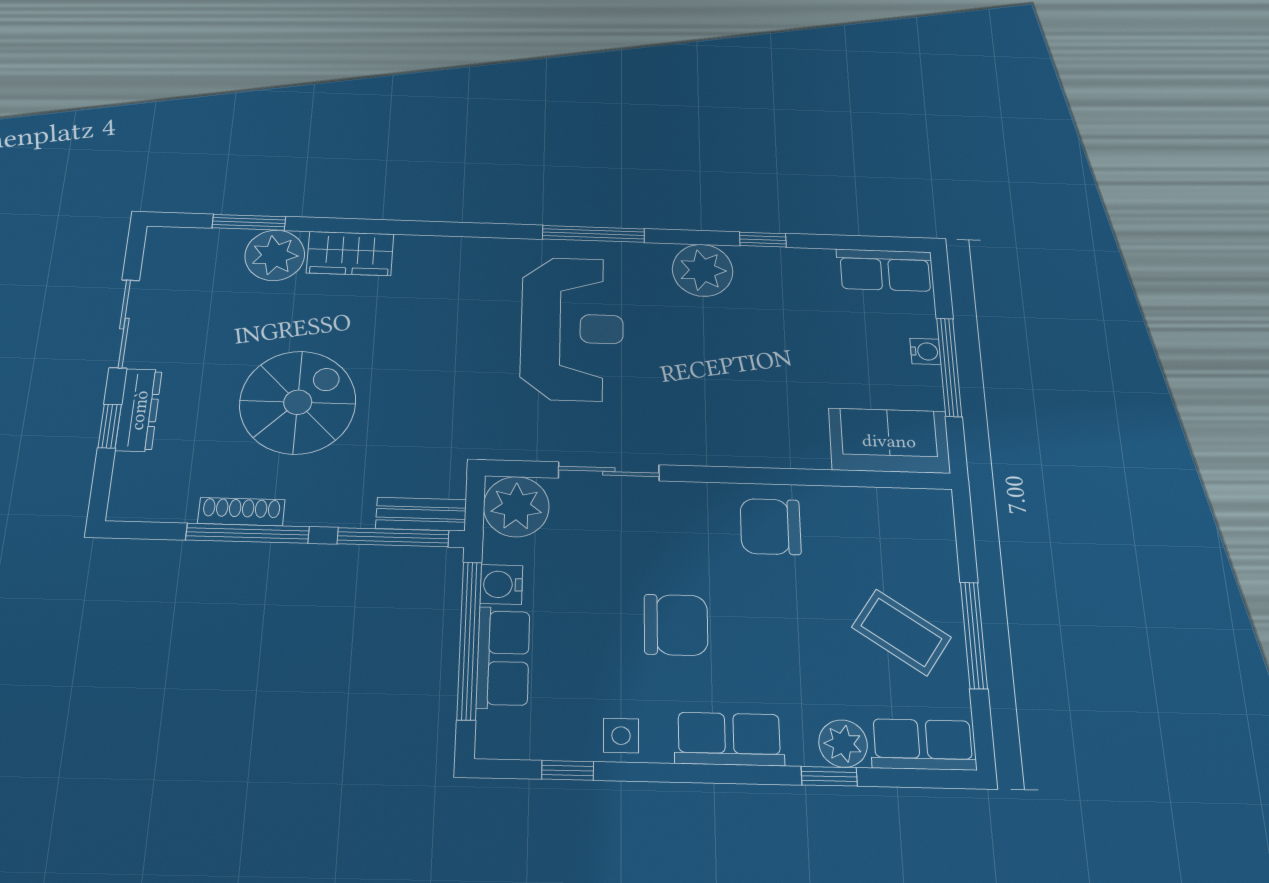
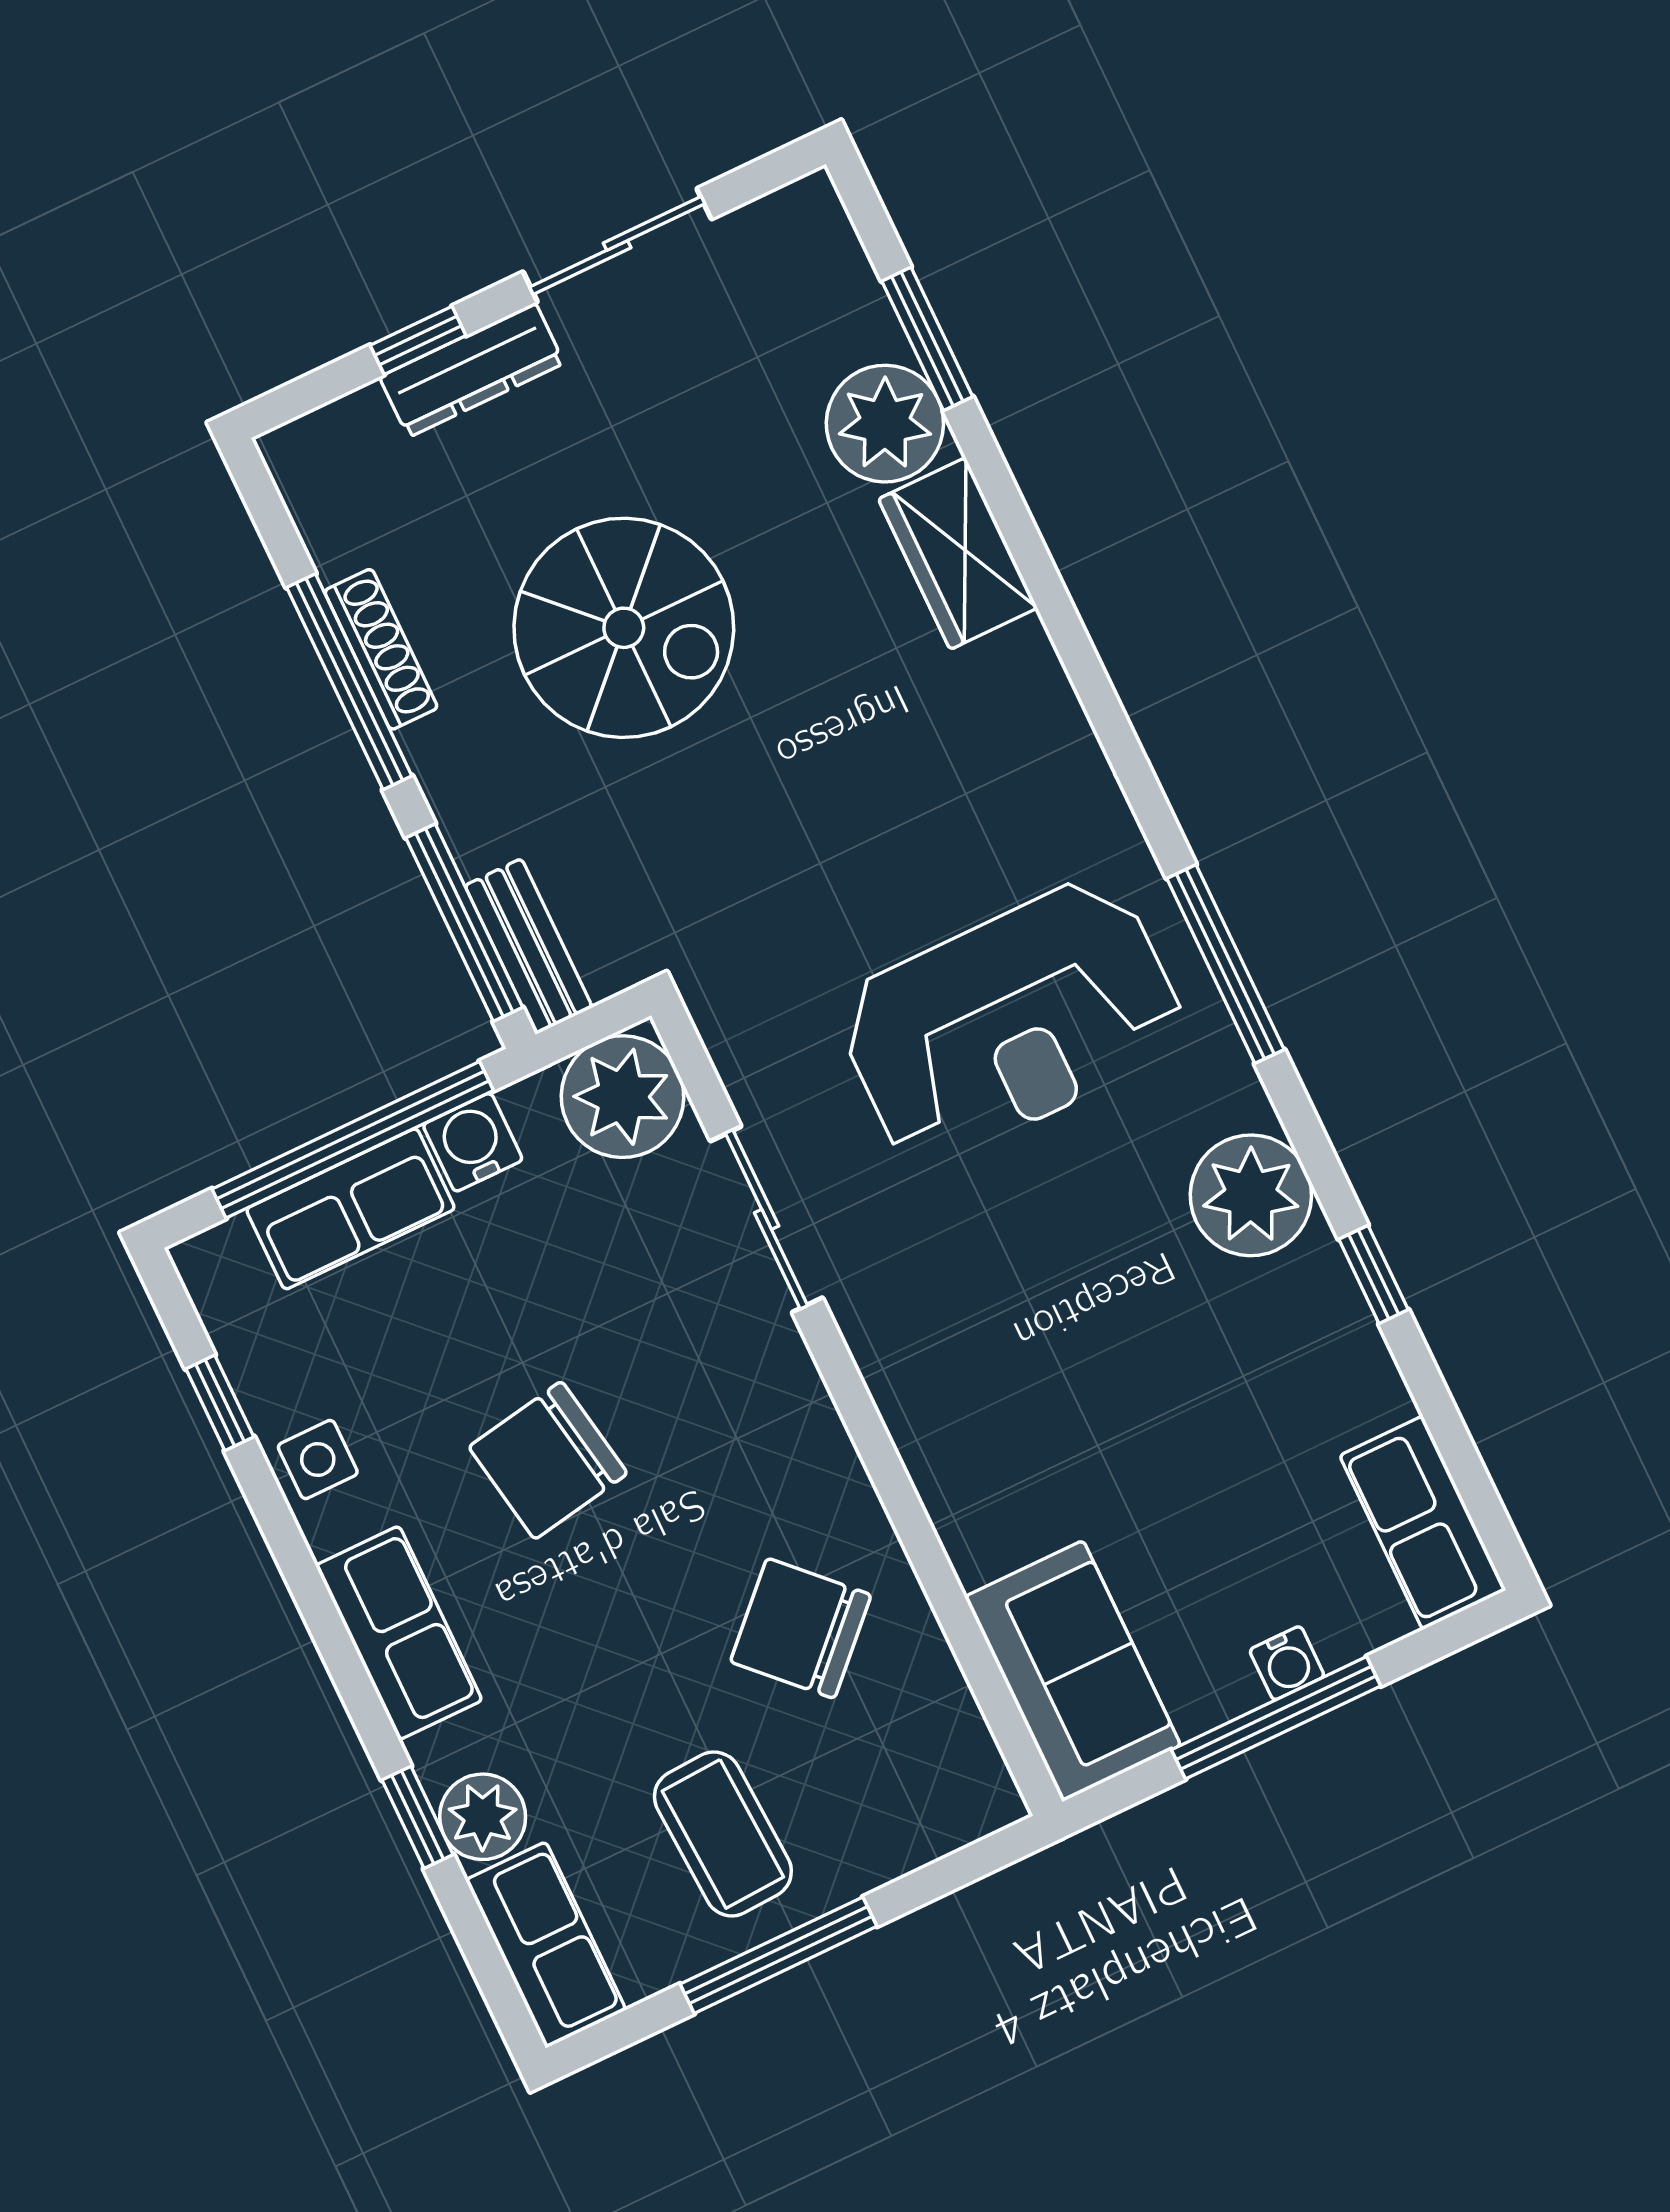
chair: (770, 527) -> (801, 1628), moved, turned -45
chair: (676, 625) -> (548, 1460), turned 80
coffee table: (901, 632) -> (723, 1834), turned -37

